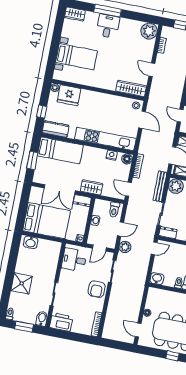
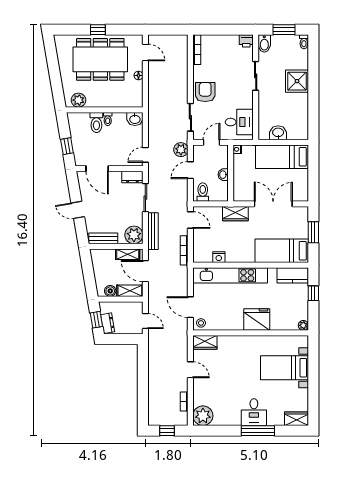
wardrobe: (131, 88) -> (205, 342), width x0.67
fridge: (69, 95) -> (257, 319), moved
floor lamp: (127, 159) -> (199, 256), removed
dresser: (82, 201) -> (243, 195), removed
bed: (46, 221) -> (282, 157), width x0.67
washbasin: (31, 242) -> (278, 133), moved
printer: (61, 322) -> (246, 41), width x0.53, depth x0.68

